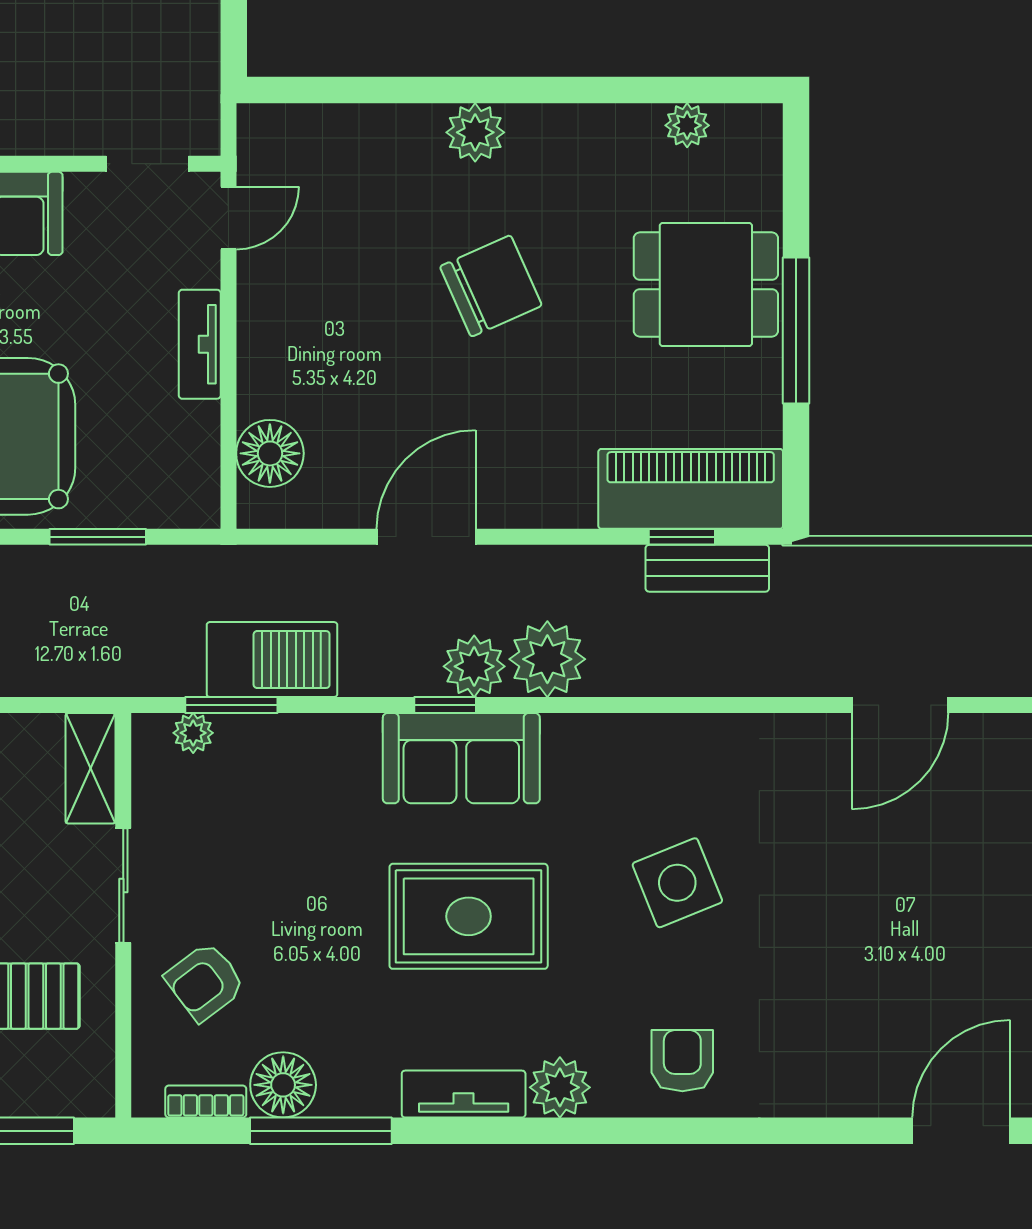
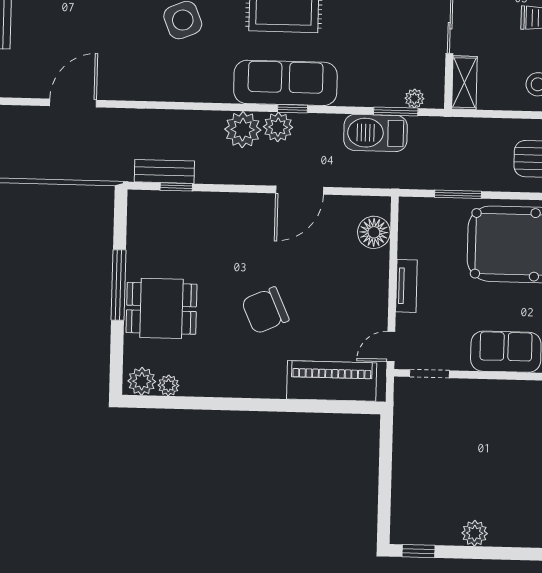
plant: (475, 132) -> (142, 381), moved
piano: (691, 489) -> (332, 381), moved, turned 180
sofa: (461, 758) -> (285, 83), width x1.36

